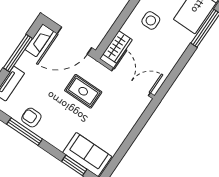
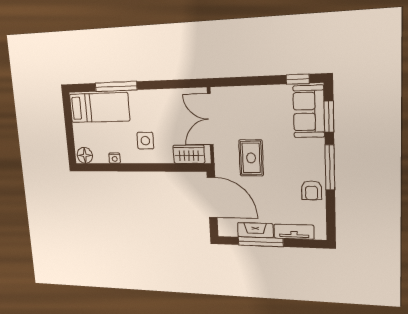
fireplace: (39, 40) -> (255, 230), moved
window: (25, 132) -> (330, 167), moved
window: (114, 163) -> (298, 79), added

